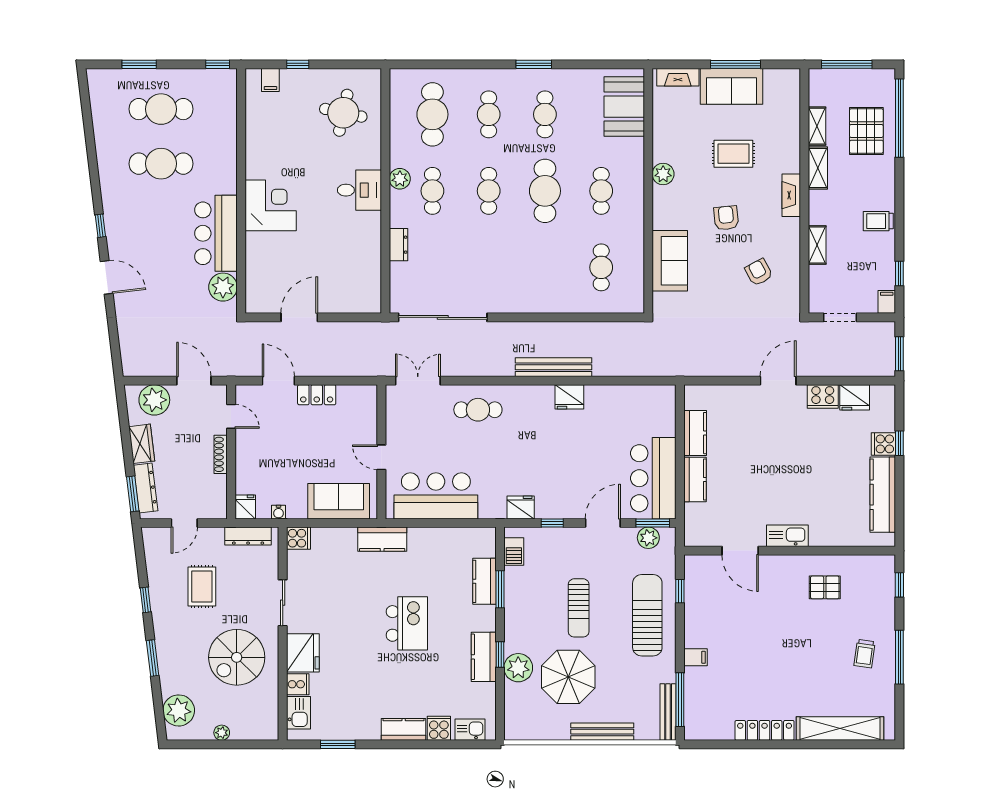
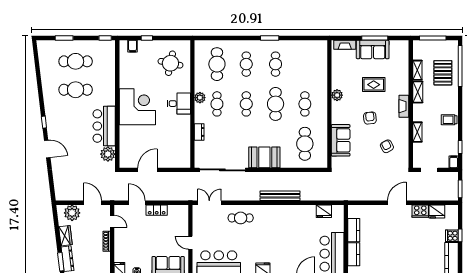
booth: (624, 107) -> (264, 157), moved, turned 90
corner desk: (271, 205) -> (137, 107), width x1.36, depth x1.36
cafe table: (601, 267) -> (305, 144), width x1.37, depth x1.35
fridge: (569, 397) -> (324, 211), moved

